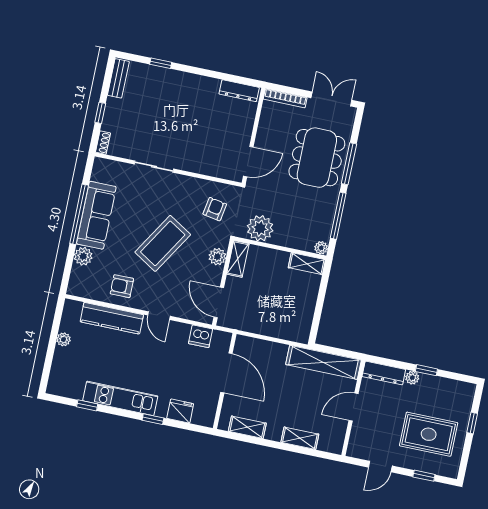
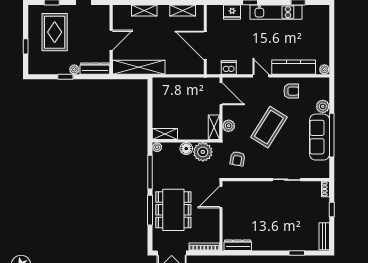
floor lamp: (282, 238) -> (186, 149), added
plant: (64, 339) -> (324, 69), moved
rug: (429, 434) -> (55, 32), turned 90

